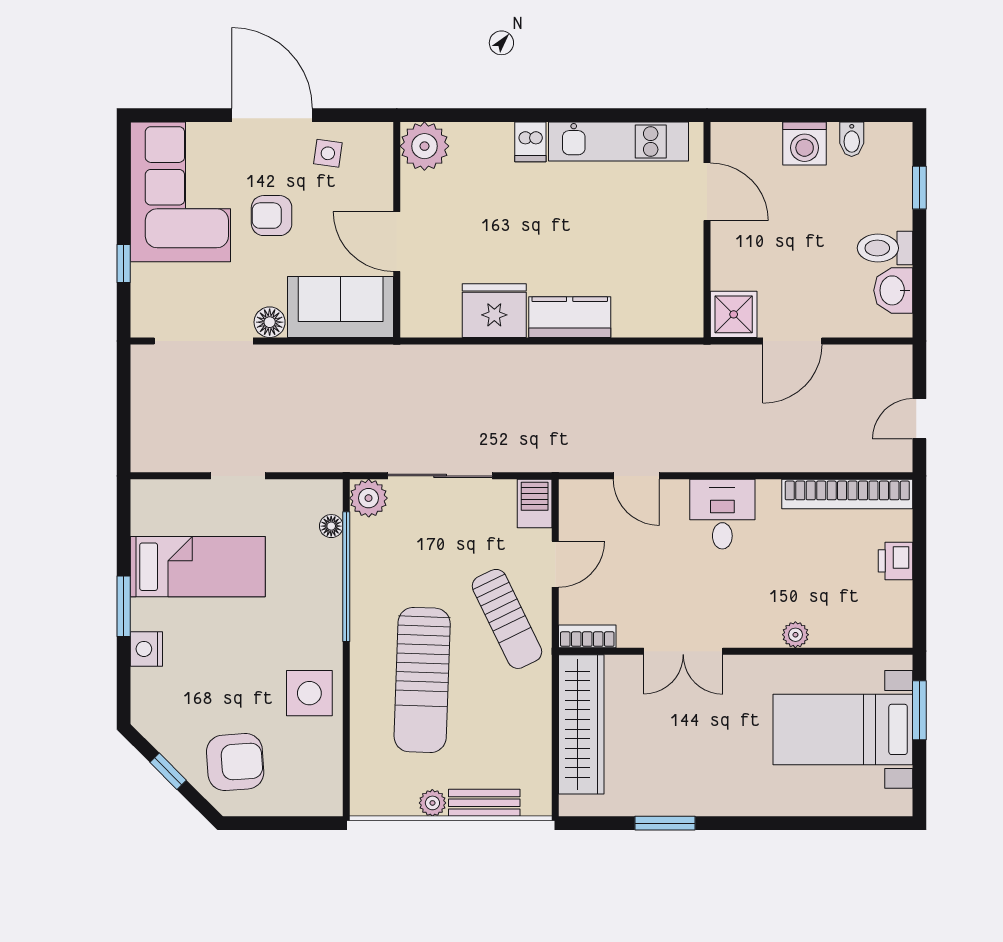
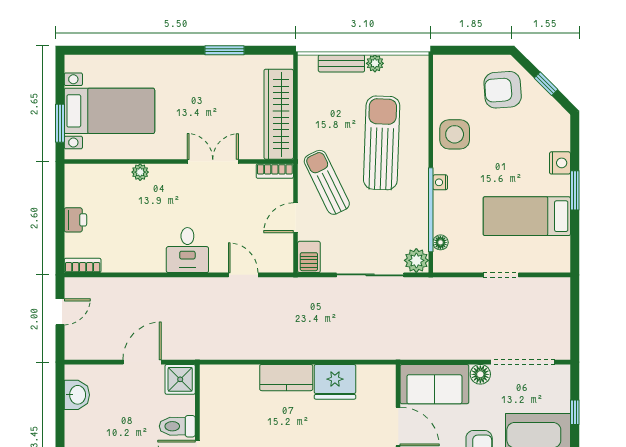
toilet: (885, 248) -> (177, 426), moved, turned 180
bookcase: (847, 494) -> (83, 265), width x0.43, depth x0.76
nightstand: (332, 619) -> (440, 182), added

